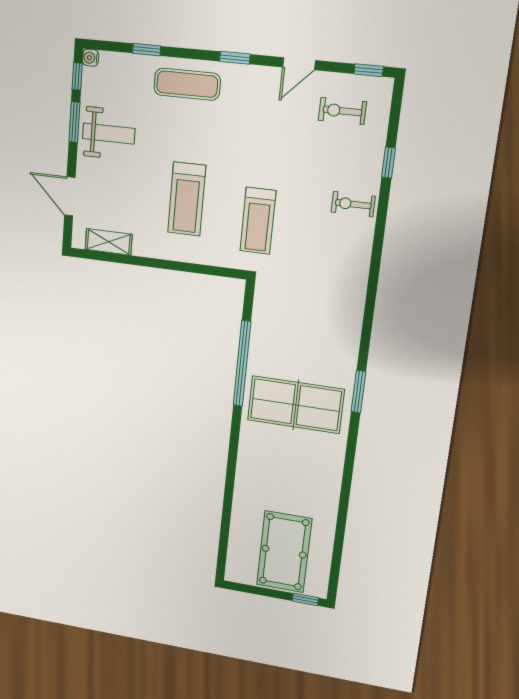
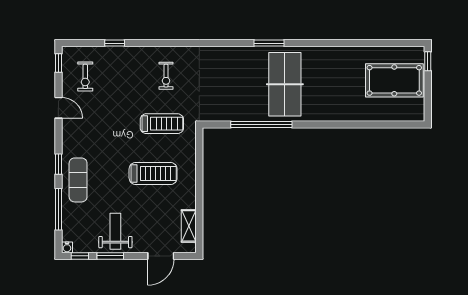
window: (147, 50) -> (58, 209), width x2.17
window: (235, 58) -> (58, 164), moved
exercise bike: (353, 204) -> (166, 76), moved

